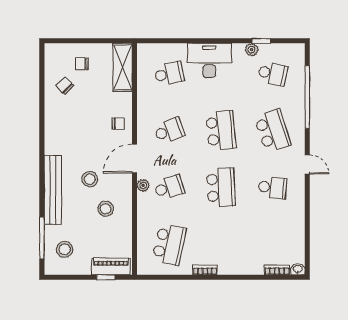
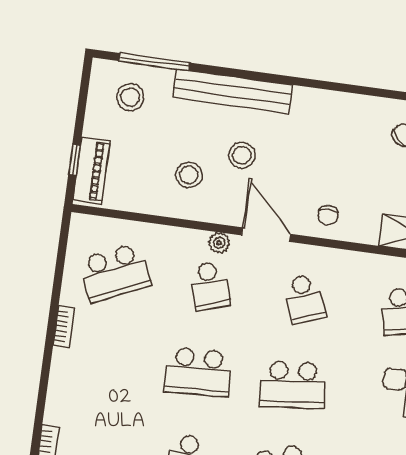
school desk: (169, 244) -> (115, 273), turned -36

